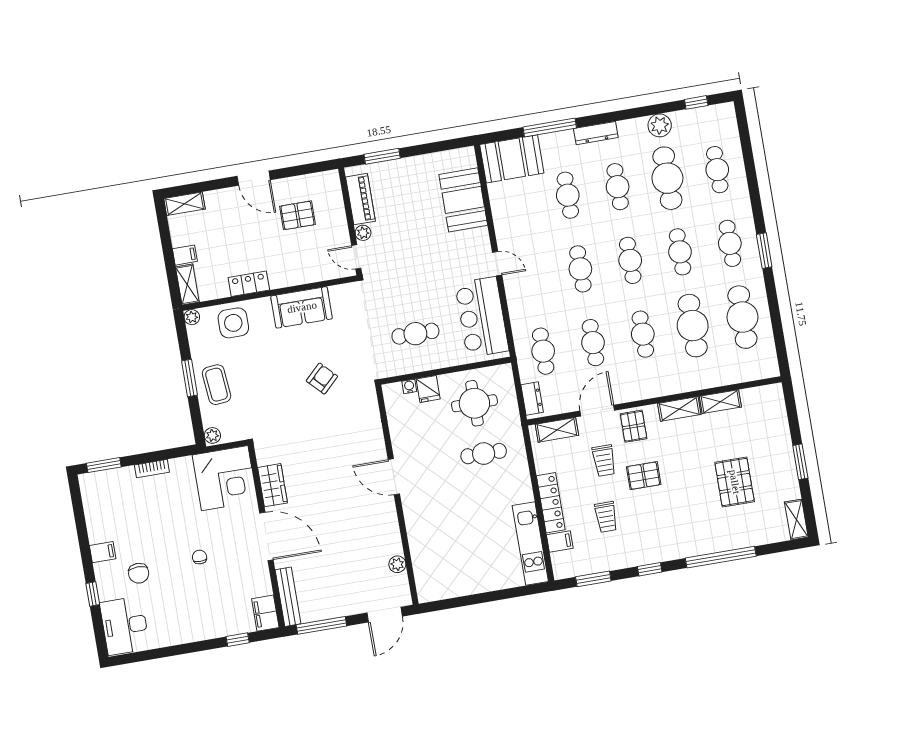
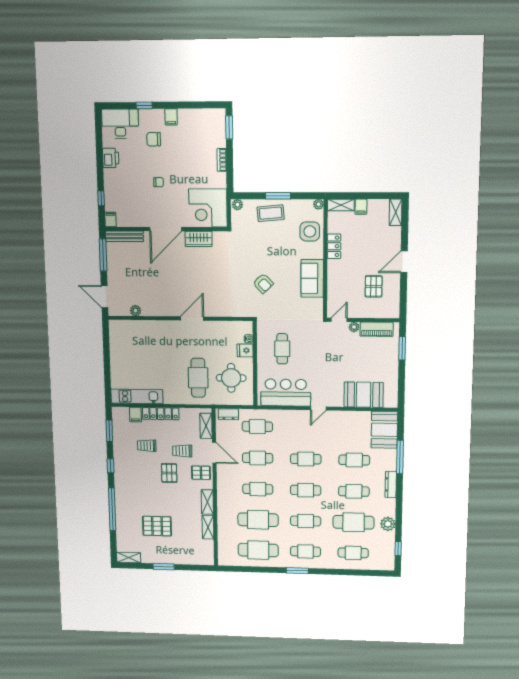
cafe table: (484, 454) -> (198, 378), width x1.37, depth x1.35
filing cabinet: (265, 613) -> (110, 220), width x0.50
printer: (176, 633) -> (111, 158), added

